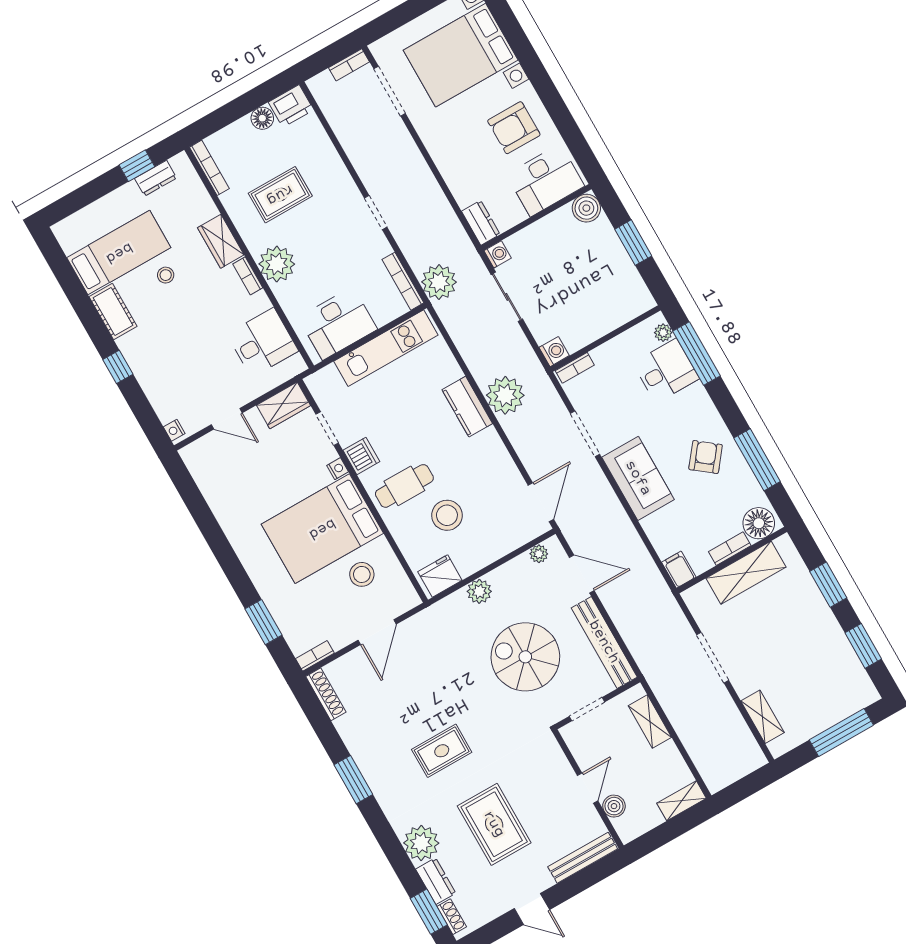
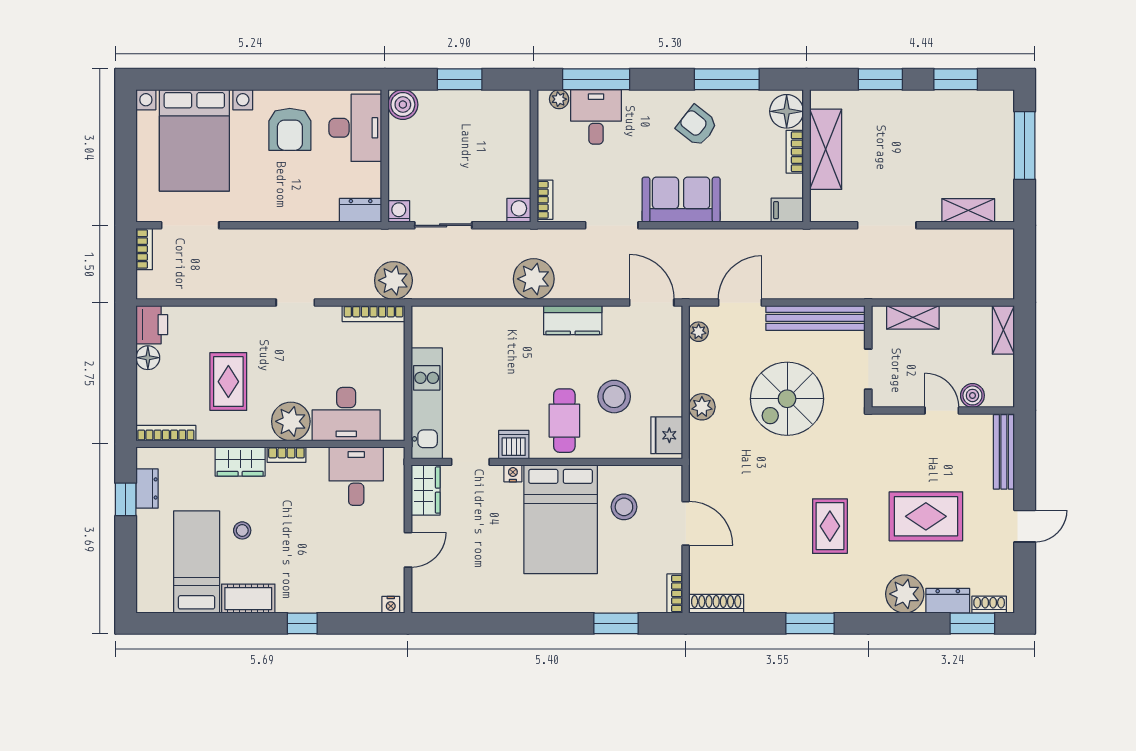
desk: (338, 323) -> (346, 414), moved, turned 90
kitchen unit: (386, 348) -> (427, 403), moved
kitchen counter: (467, 407) -> (573, 320), moved

